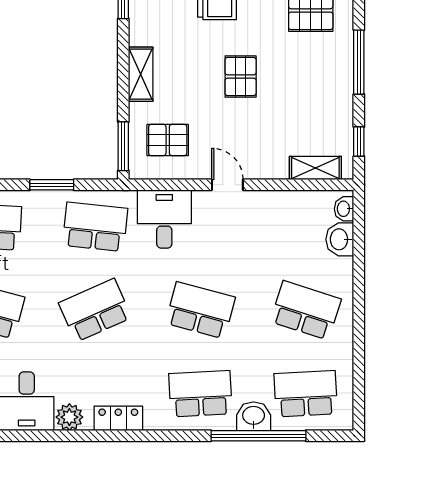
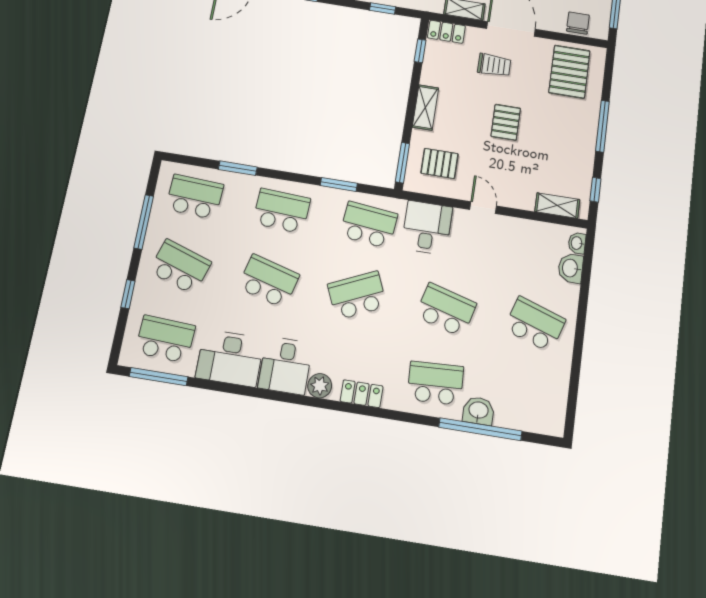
school desk: (306, 394) -> (526, 398), removed

